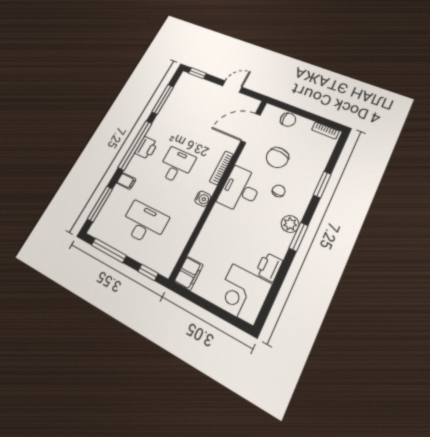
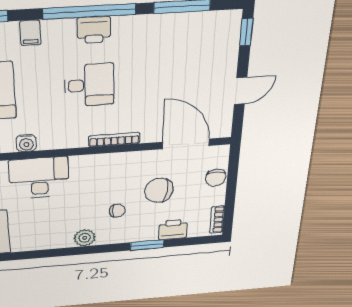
door: (232, 86) -> (241, 91), hinge flipped
desk: (240, 190) -> (39, 178), moved
water cooler: (203, 199) -> (26, 143), moved
window: (299, 237) -> (75, 251), removed
printer: (269, 267) -> (173, 230), moved

